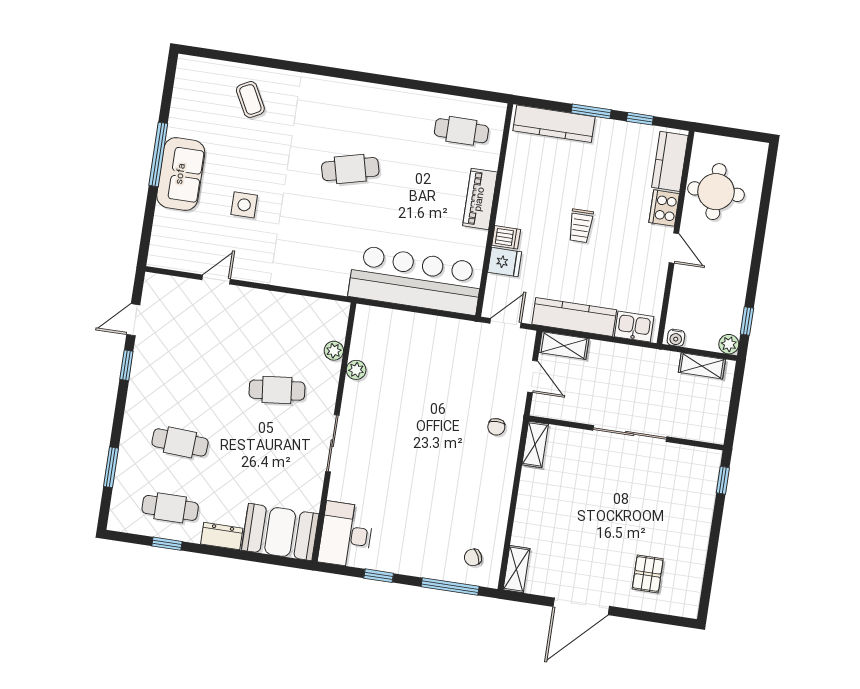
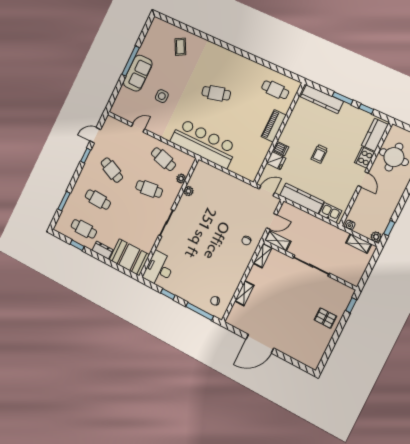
bar counter: (415, 280) -> (204, 143), moved
cafe table: (287, 325) -> (163, 159), added
shelving: (564, 346) -> (278, 241), moved
door: (533, 376) -> (272, 221), hinge flipped
cafe table: (190, 377) -> (112, 170), added
shelving: (516, 569) -> (244, 293), moved
pallet: (648, 574) -> (325, 318), moved, turned 90

